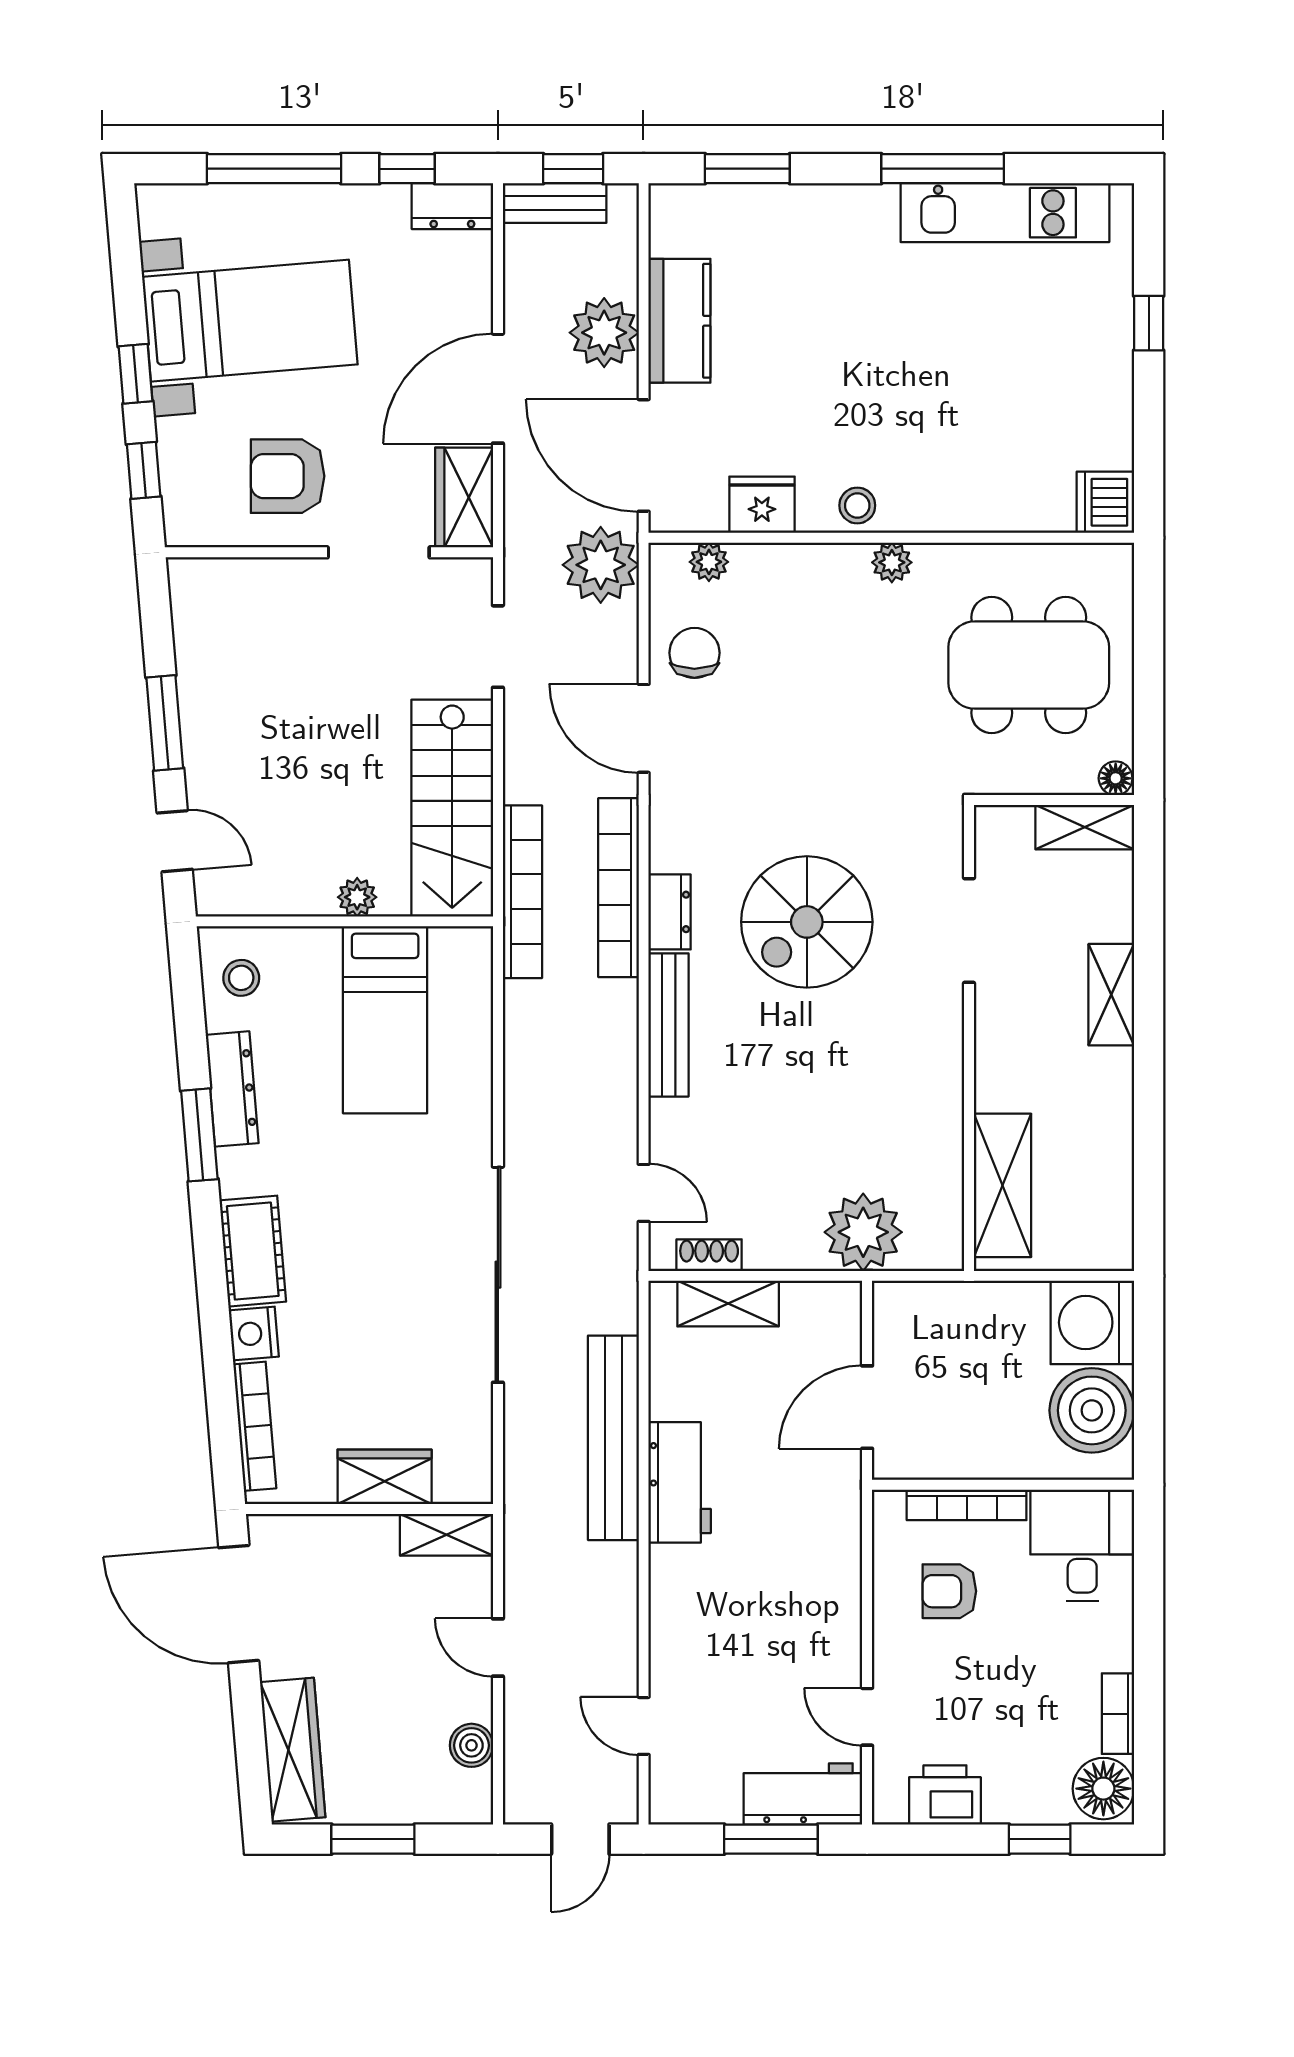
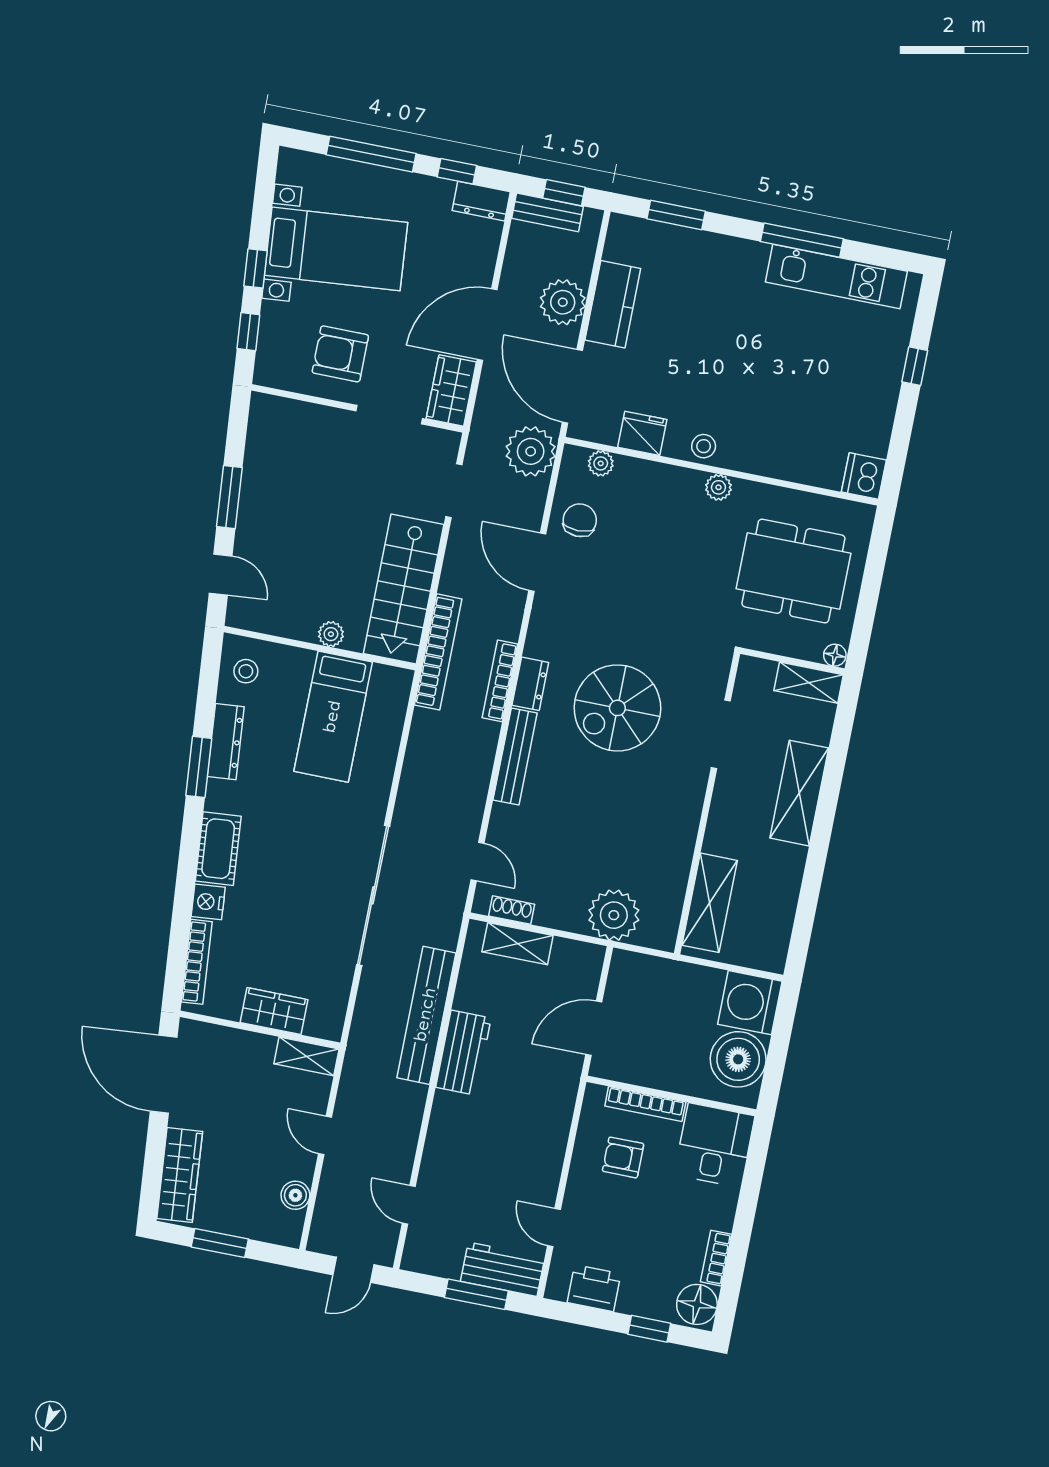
bookcase: (618, 888) -> (500, 681), width x0.68, depth x0.76
shelving: (1111, 995) -> (799, 793), width x1.50, depth x1.33

